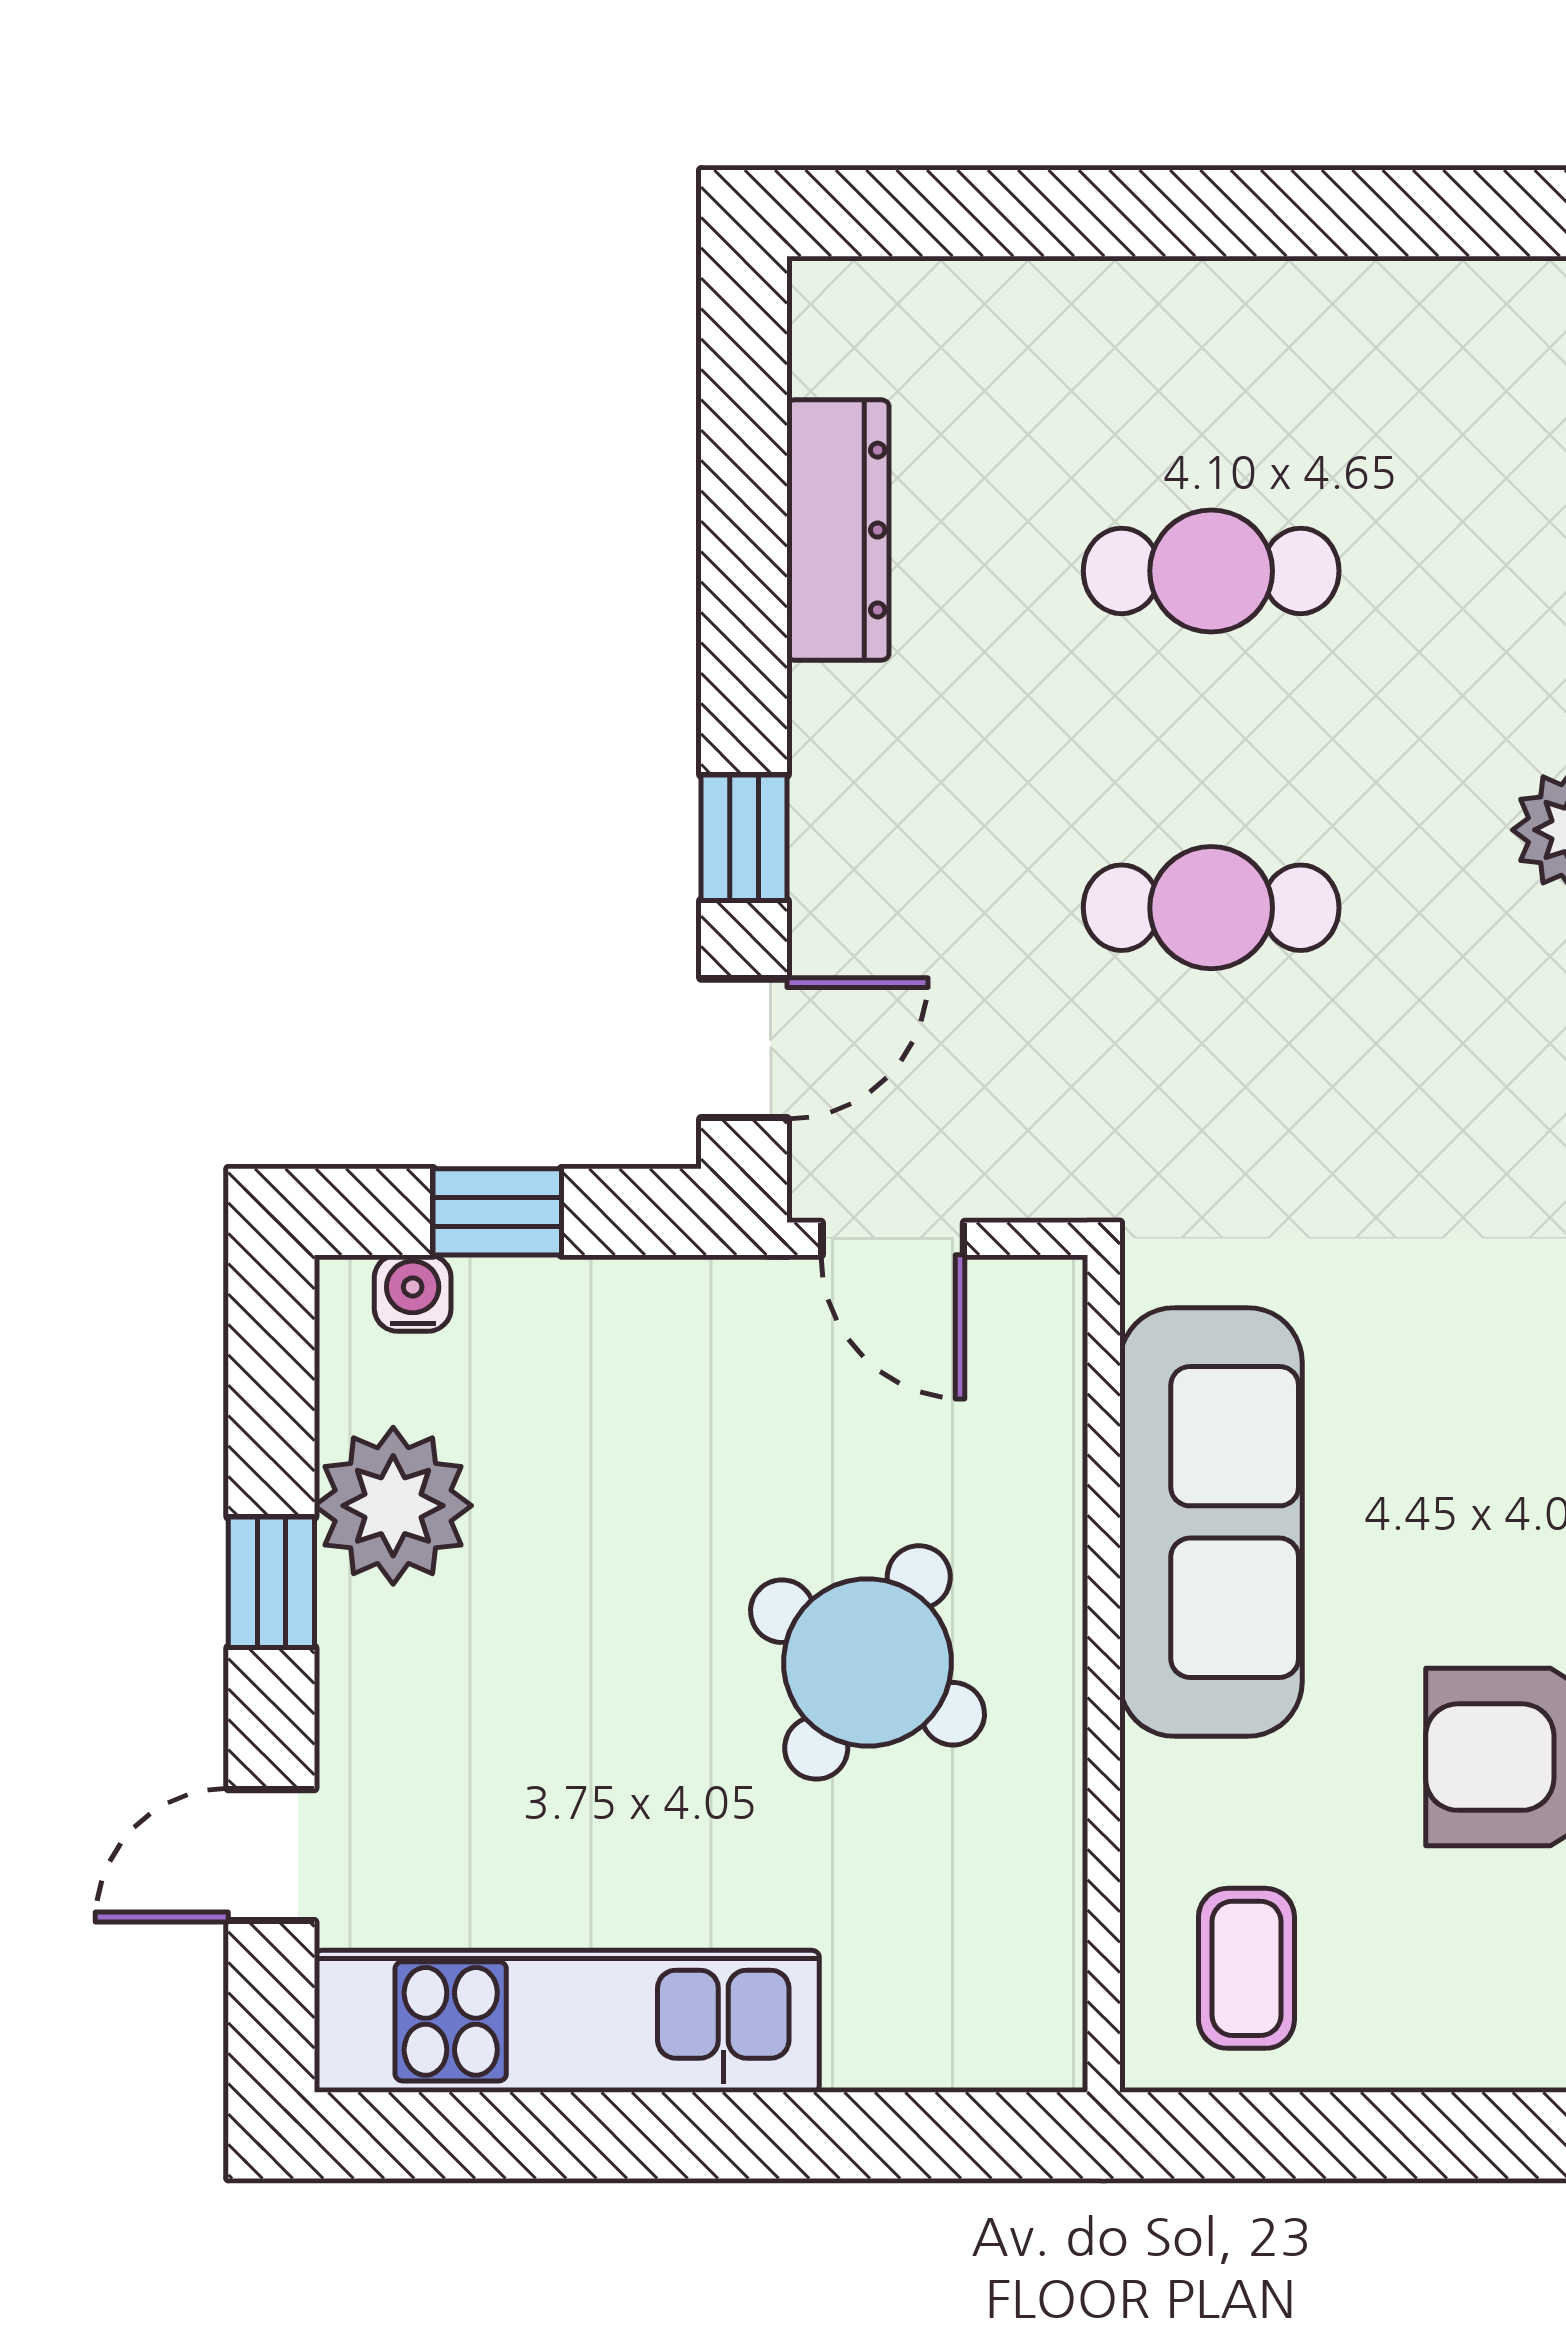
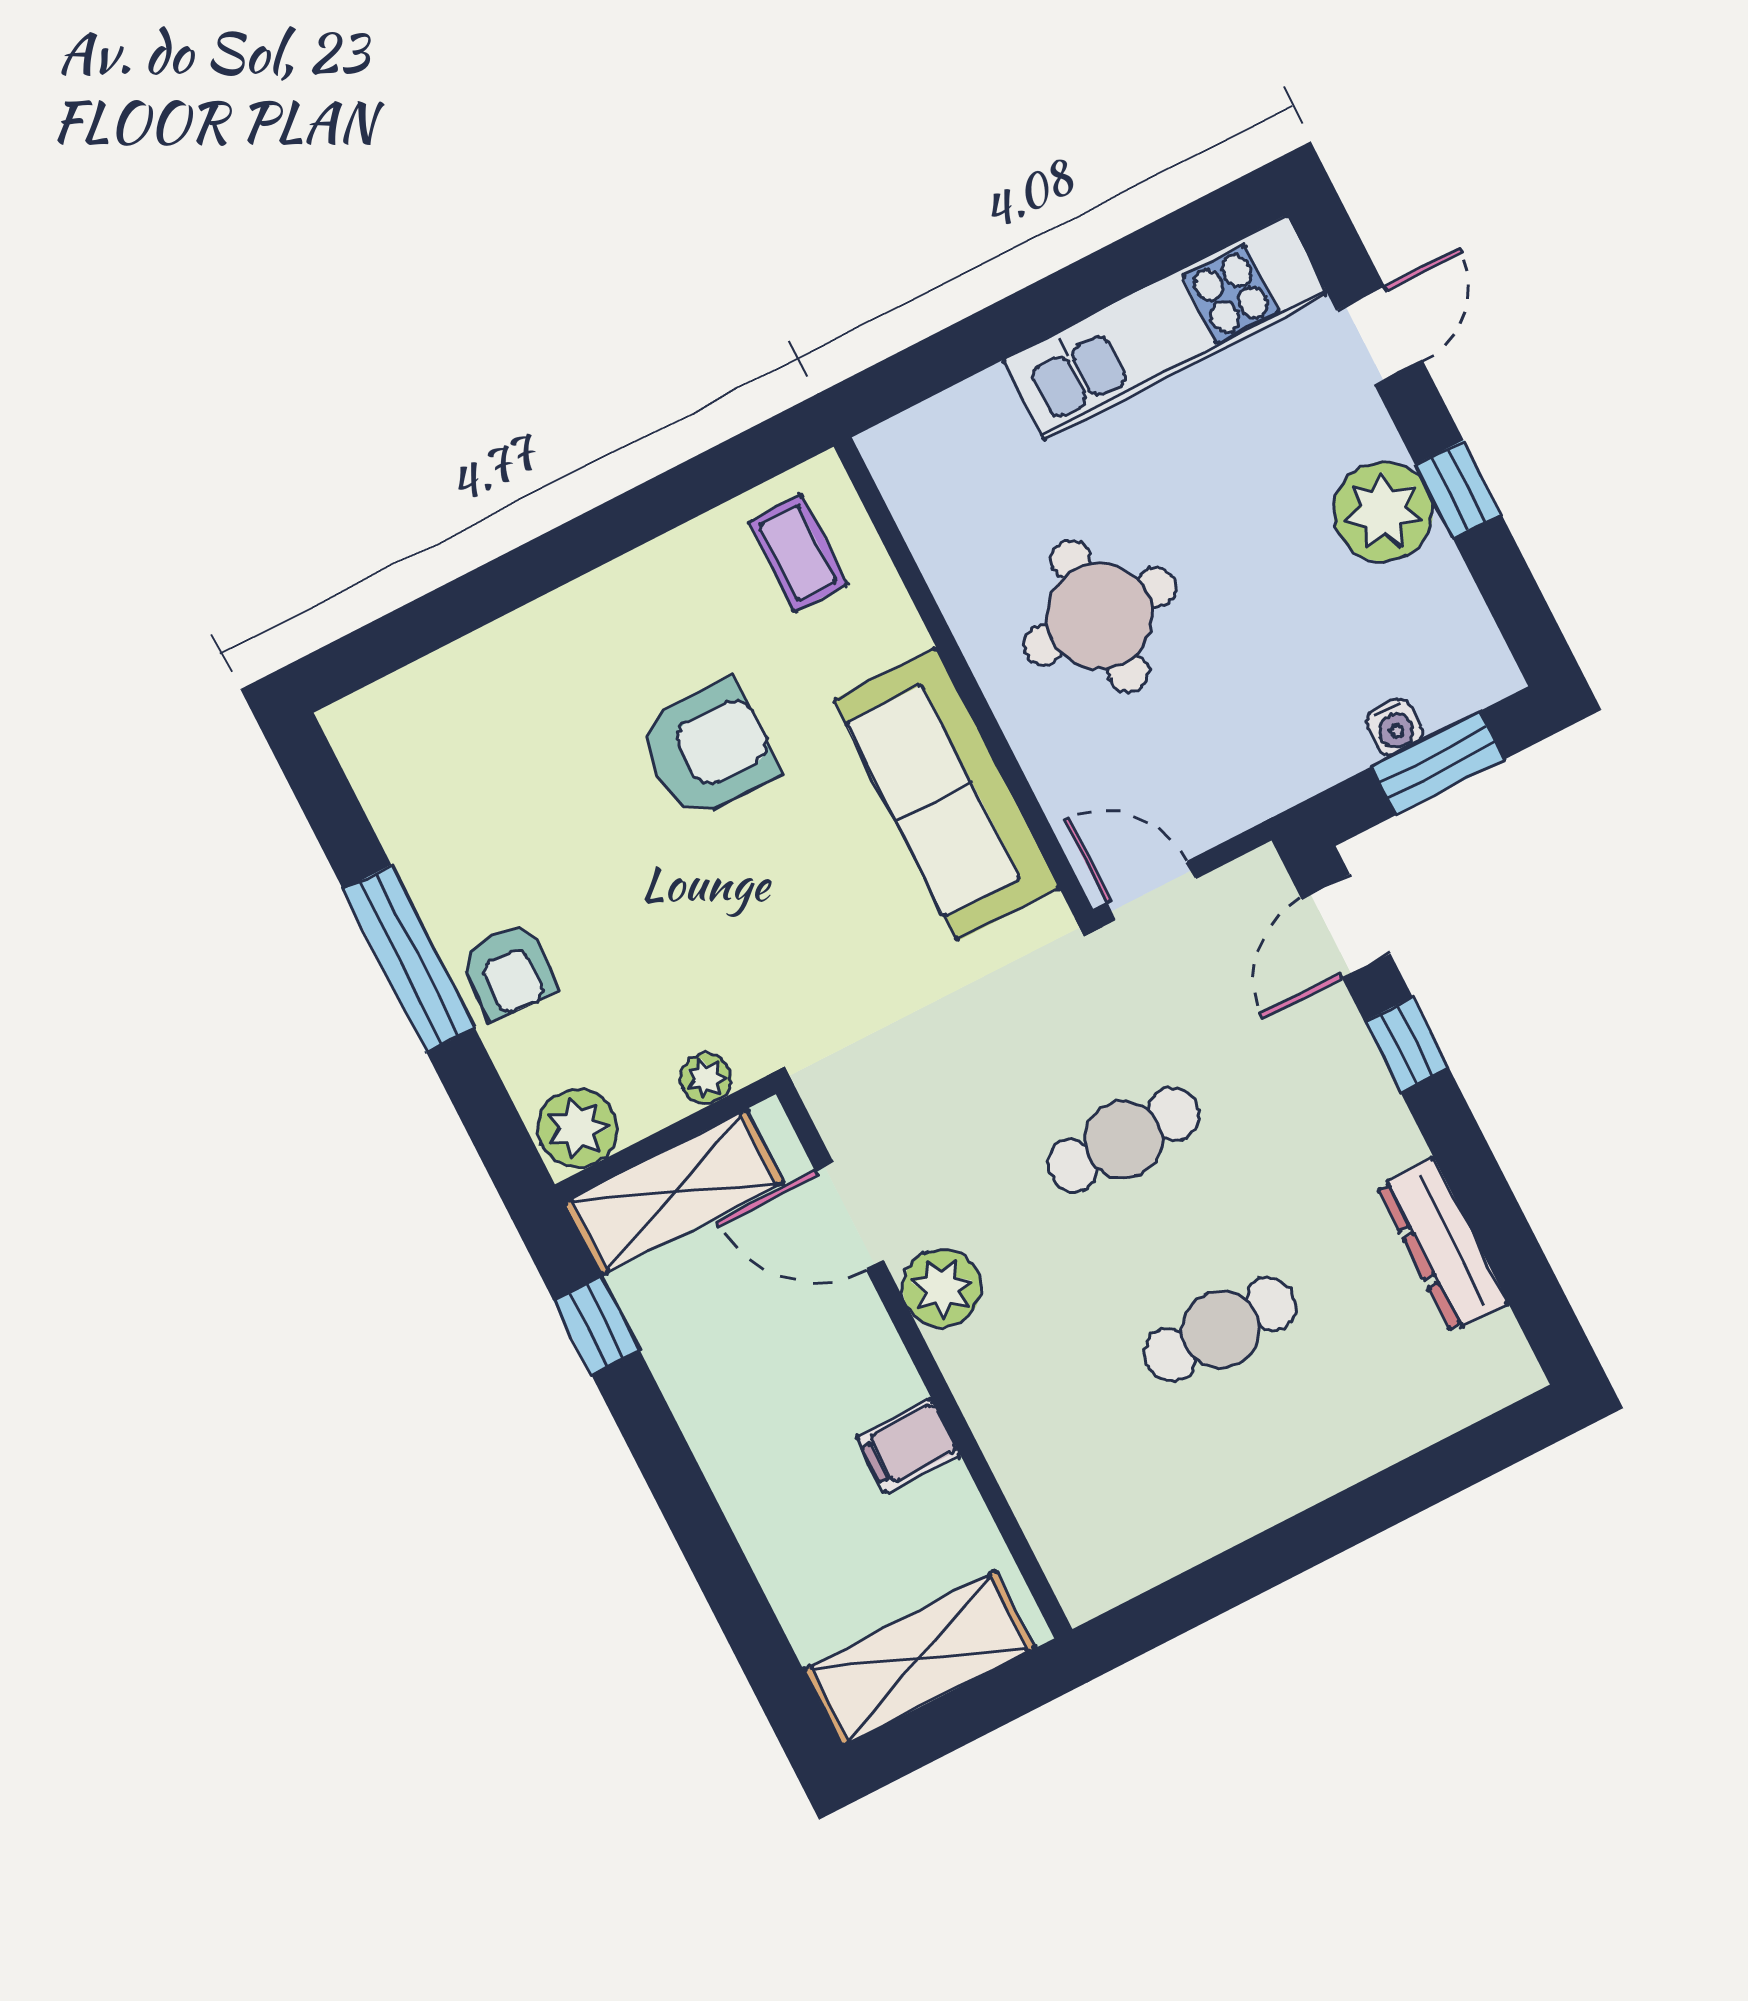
window: (497, 1212) -> (1438, 763), width x1.50
door: (893, 1239) -> (1151, 891), moved
water cooler: (413, 1293) -> (1395, 727), moved
plant: (393, 1506) -> (1383, 512), moved
round table: (868, 1662) -> (1099, 616), turned -31

